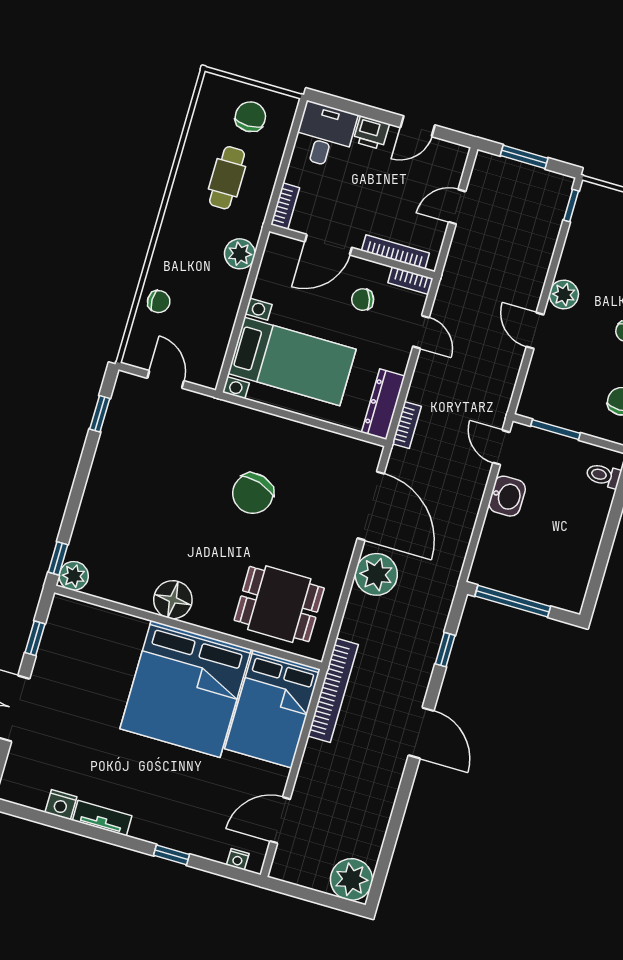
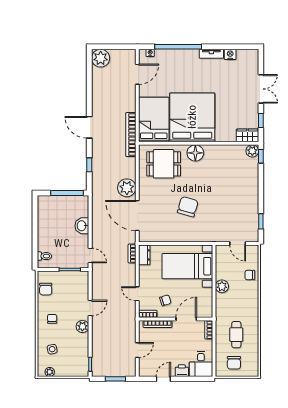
plant: (240, 254) -> (222, 286), moved
door: (535, 331) -> (90, 308), hinge flipped
dresser: (383, 404) -> (144, 255), width x0.70
washbasin: (507, 496) -> (82, 226), moved
floor lamp: (173, 600) -> (195, 153), moved
wardrobe: (74, 614) -> (247, 135), added
window: (172, 855) -> (178, 47), width x3.17

